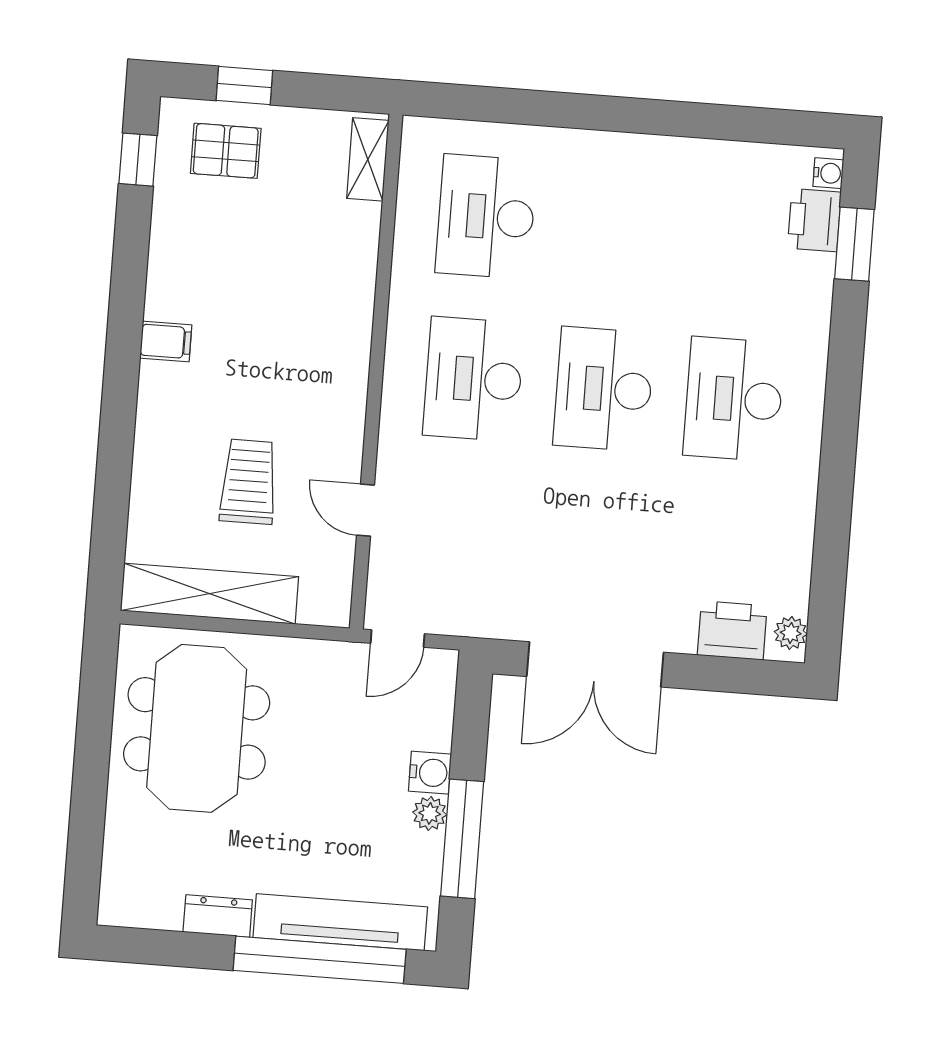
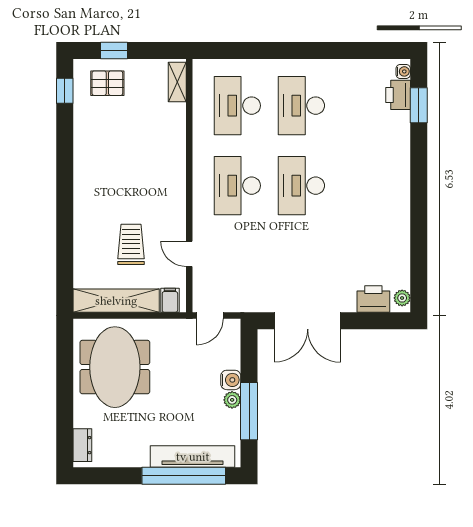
filing cabinet: (166, 341) -> (170, 300), moved, turned -90
desk: (734, 399) -> (301, 106), moved
dresser: (218, 916) -> (82, 445), moved, turned 90

